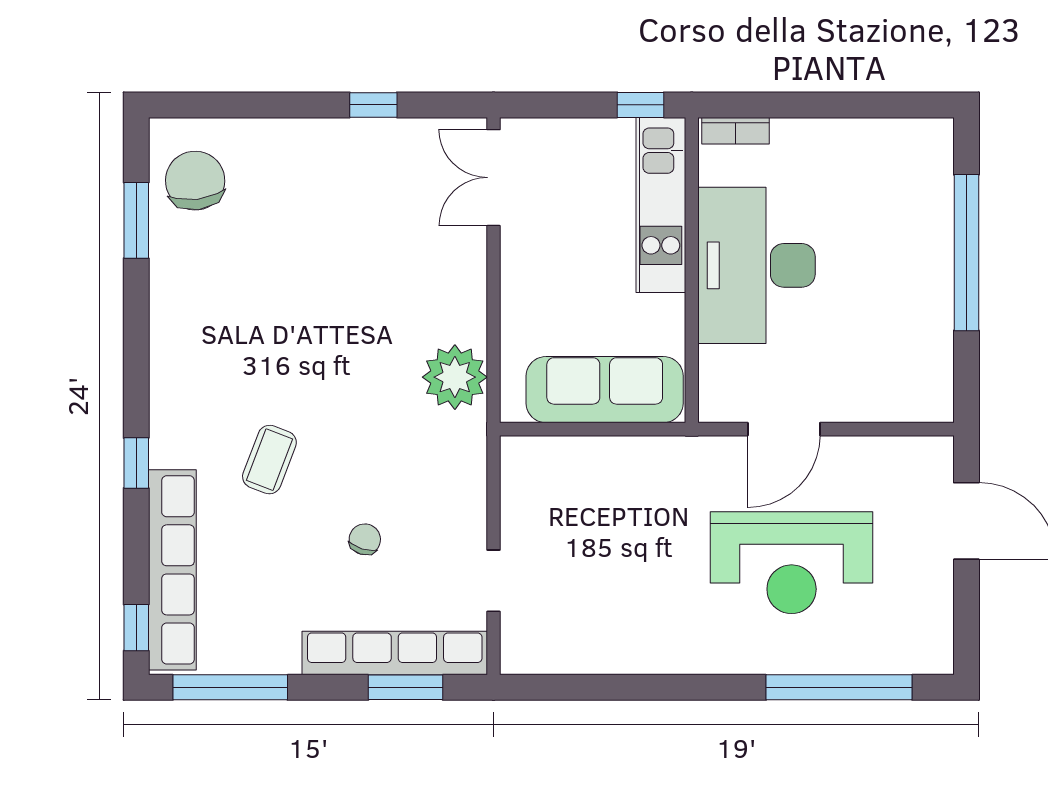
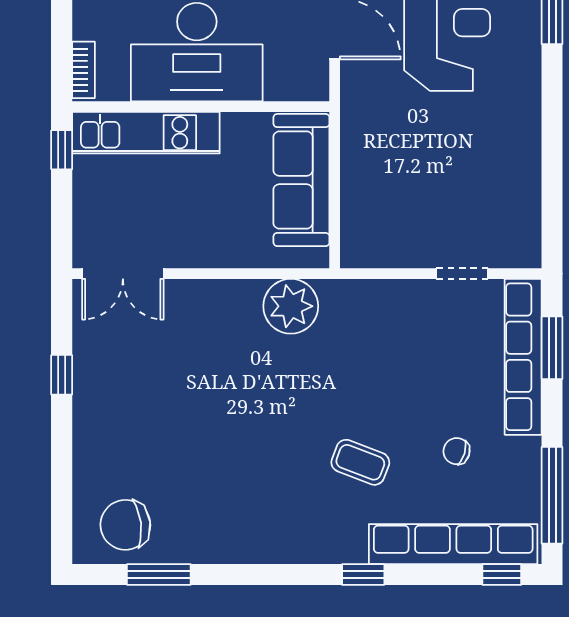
chair: (365, 539) -> (457, 451), moved

